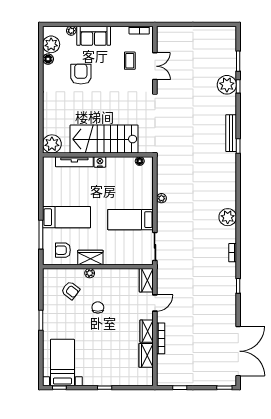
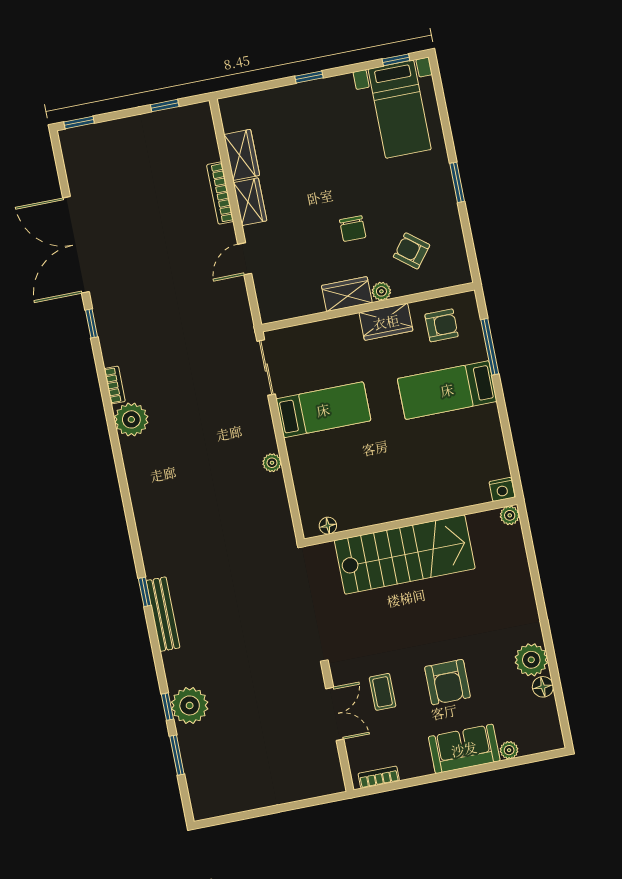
plant: (51, 44) -> (531, 660), moved
coffee table: (130, 61) -> (383, 692), moved
double door: (155, 66) -> (335, 714), swing flipped
armchair: (81, 74) -> (448, 682), moved
plant: (52, 144) -> (510, 515), width x0.53, depth x0.53
tv unit: (74, 162) -> (453, 499), removed
nightstand: (100, 162) -> (502, 489), moved
plant: (228, 217) -> (131, 419), moved
wardrobe: (146, 280) -> (347, 294), moved, turned -90
double door: (238, 351) -> (76, 245), moved

